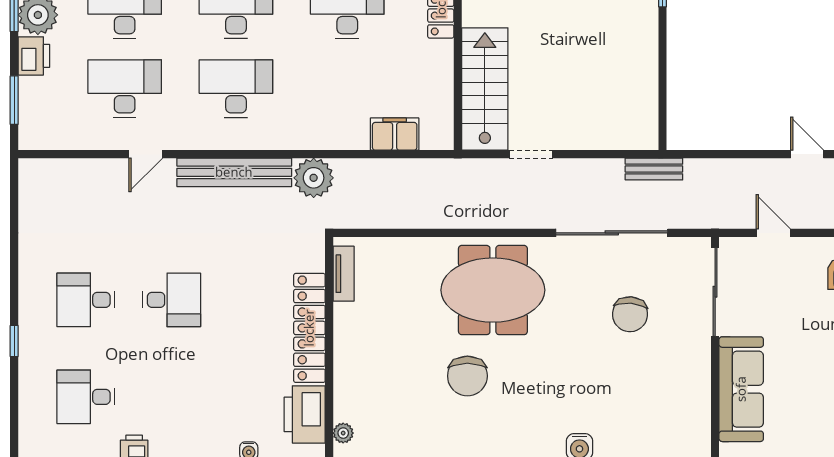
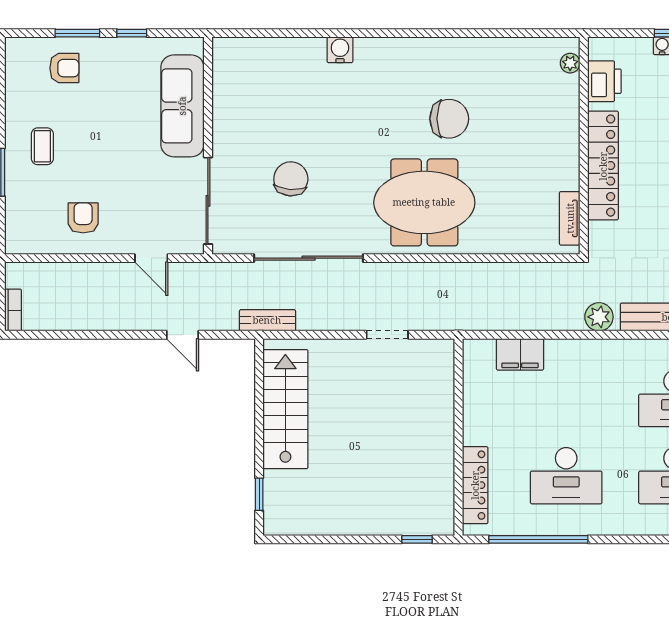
stairs: (485, 89) -> (285, 409), moved, turned 180
door: (807, 154) -> (183, 335), moved
plant: (314, 178) -> (599, 317), width x0.73, depth x0.73
chair: (467, 376) -> (449, 119), turned 90
printer: (305, 414) -> (604, 81), width x0.73, depth x0.84

